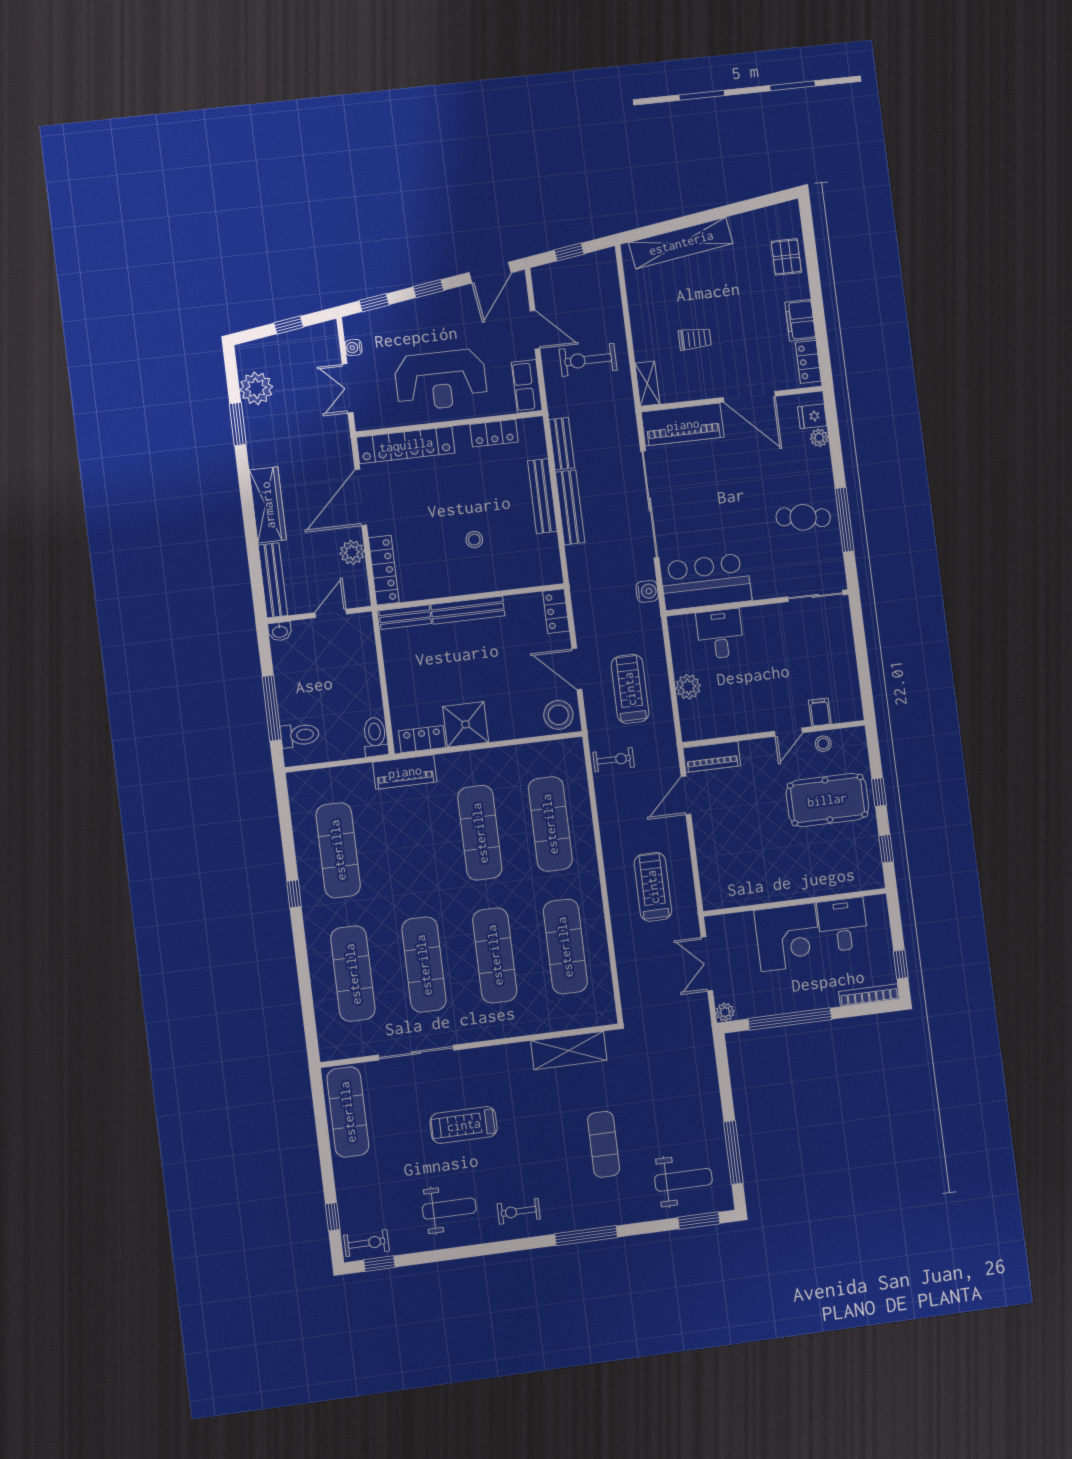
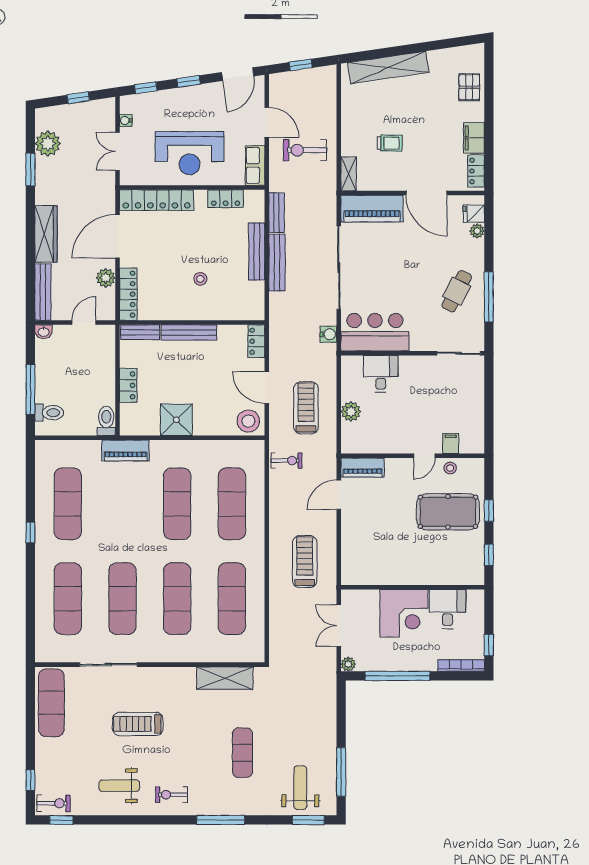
cafe table: (803, 517) -> (457, 291), turned -71
locker: (422, 739) -> (128, 385), moved, turned 90
weight bench: (683, 1180) -> (300, 788), turned -90
weight bench: (449, 1209) -> (119, 786), turned 180

